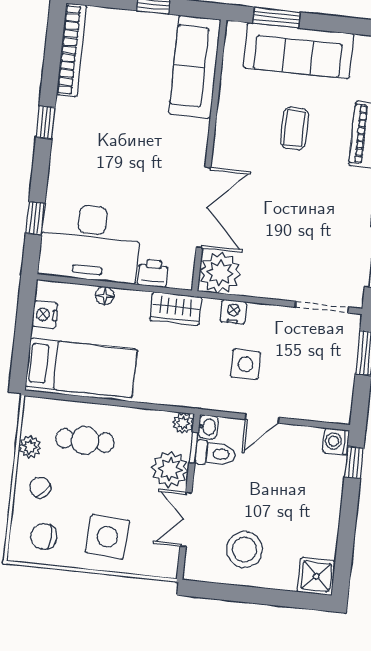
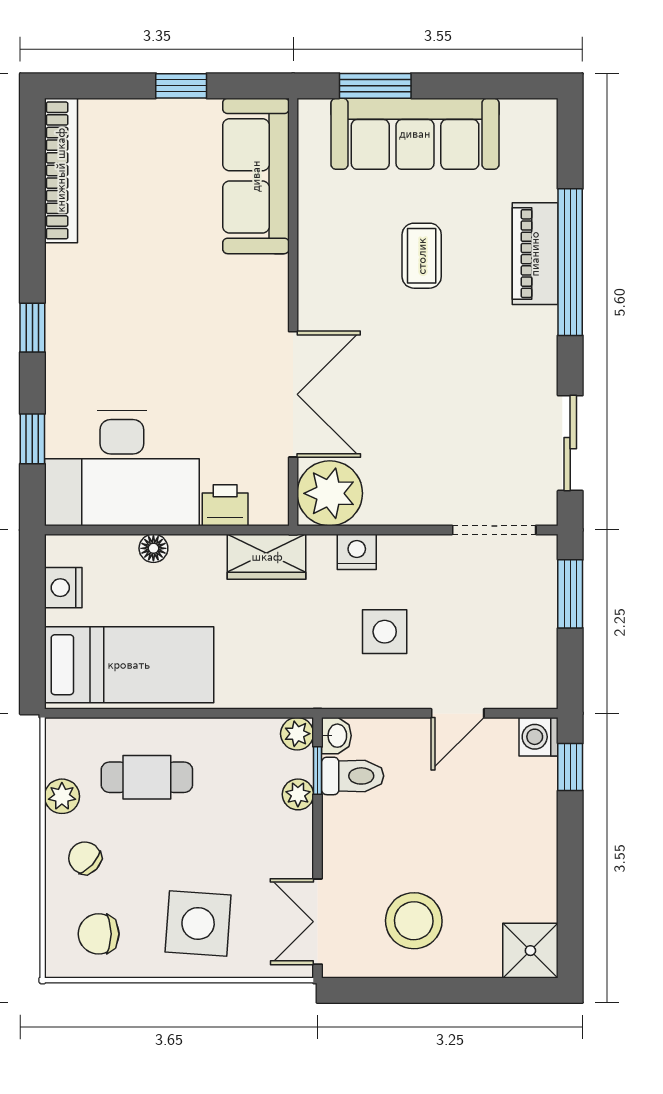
window: (45, 122) -> (32, 328), moved
door: (262, 418) -> (458, 713), moved
plant: (170, 469) -> (298, 794), width x0.53, depth x0.53
double door: (186, 519) -> (318, 922), moved

